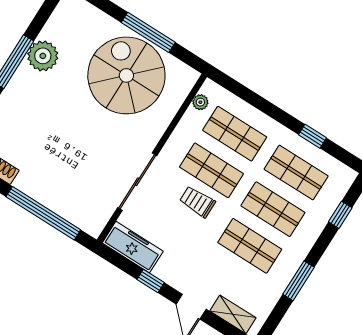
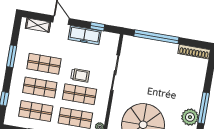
freezer: (133, 247) -> (85, 35), moved
window: (151, 281) -> (97, 27), moved

